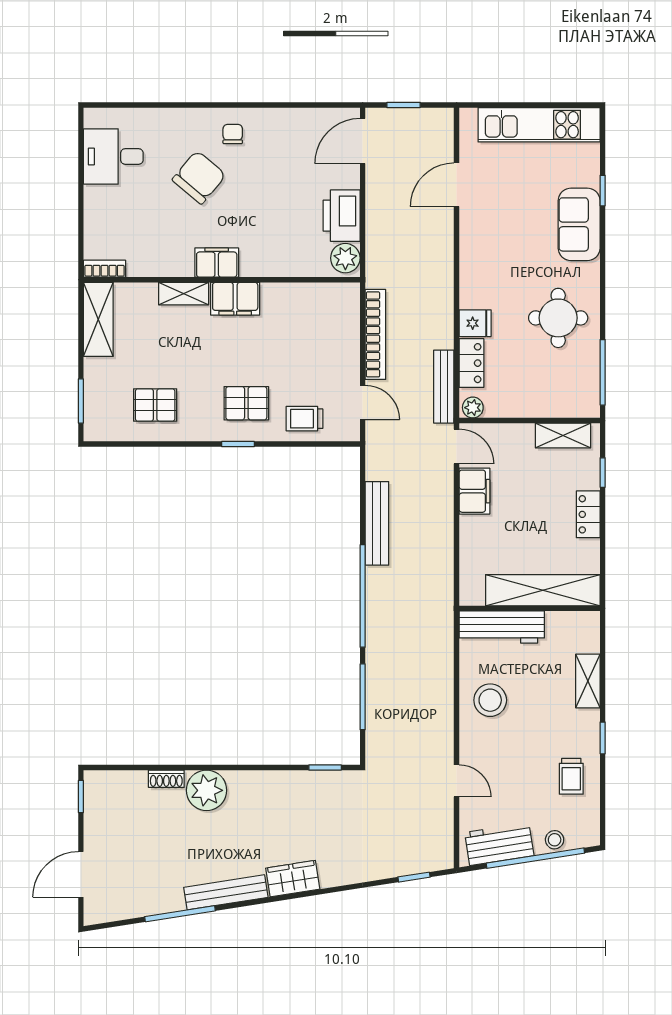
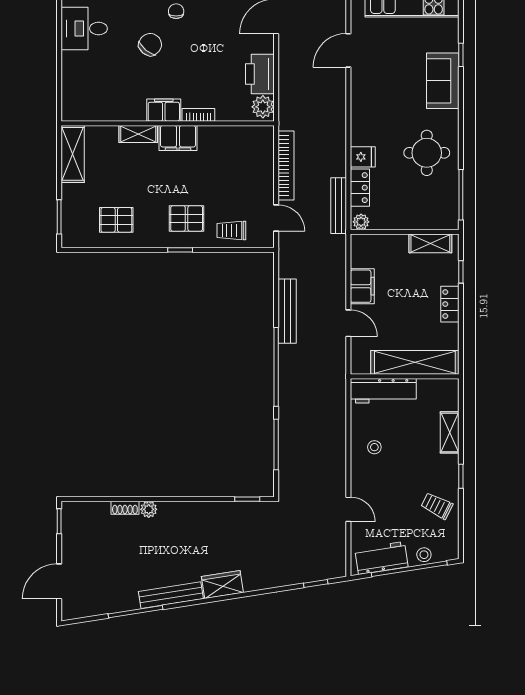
chair: (199, 177) -> (150, 45), width x0.73, depth x0.73
bookcase: (105, 269) -> (198, 115), moved
door: (457, 447) -> (348, 323), moved
stool: (490, 700) -> (374, 447), width x0.53, depth x0.53
trolley: (571, 776) -> (437, 506), turned 117
plant: (206, 790) -> (149, 509), width x0.53, depth x0.53

